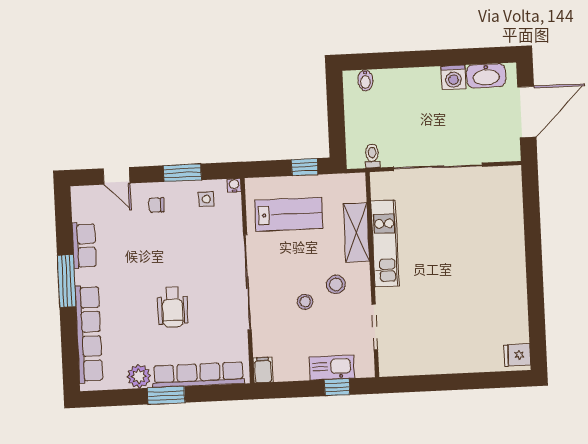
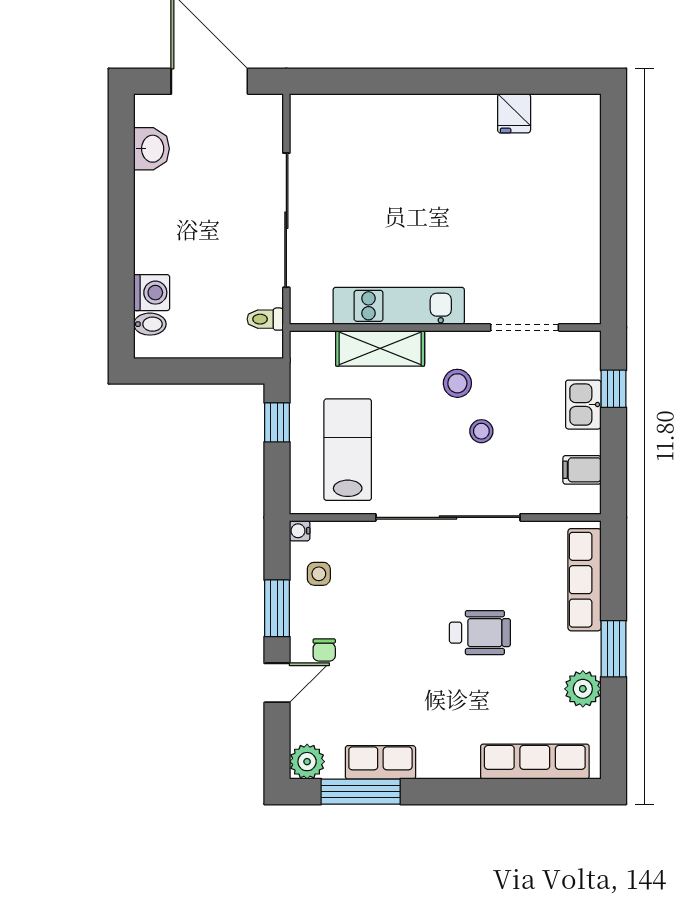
washbasin: (486, 76) -> (152, 149), width x0.72
washing machine: (453, 77) -> (152, 293), moved
door: (117, 176) -> (277, 683), moved
plant: (82, 197) -> (307, 762), added
window: (67, 281) -> (361, 792), moved
row of seats: (89, 334) -> (535, 762), width x0.73
fridge: (517, 355) -> (514, 113), moved
kitchen sink: (332, 368) -> (583, 405), width x0.73
filing cabinet: (263, 370) -> (582, 470), moved
row of seats: (198, 375) -> (585, 580), width x0.73

